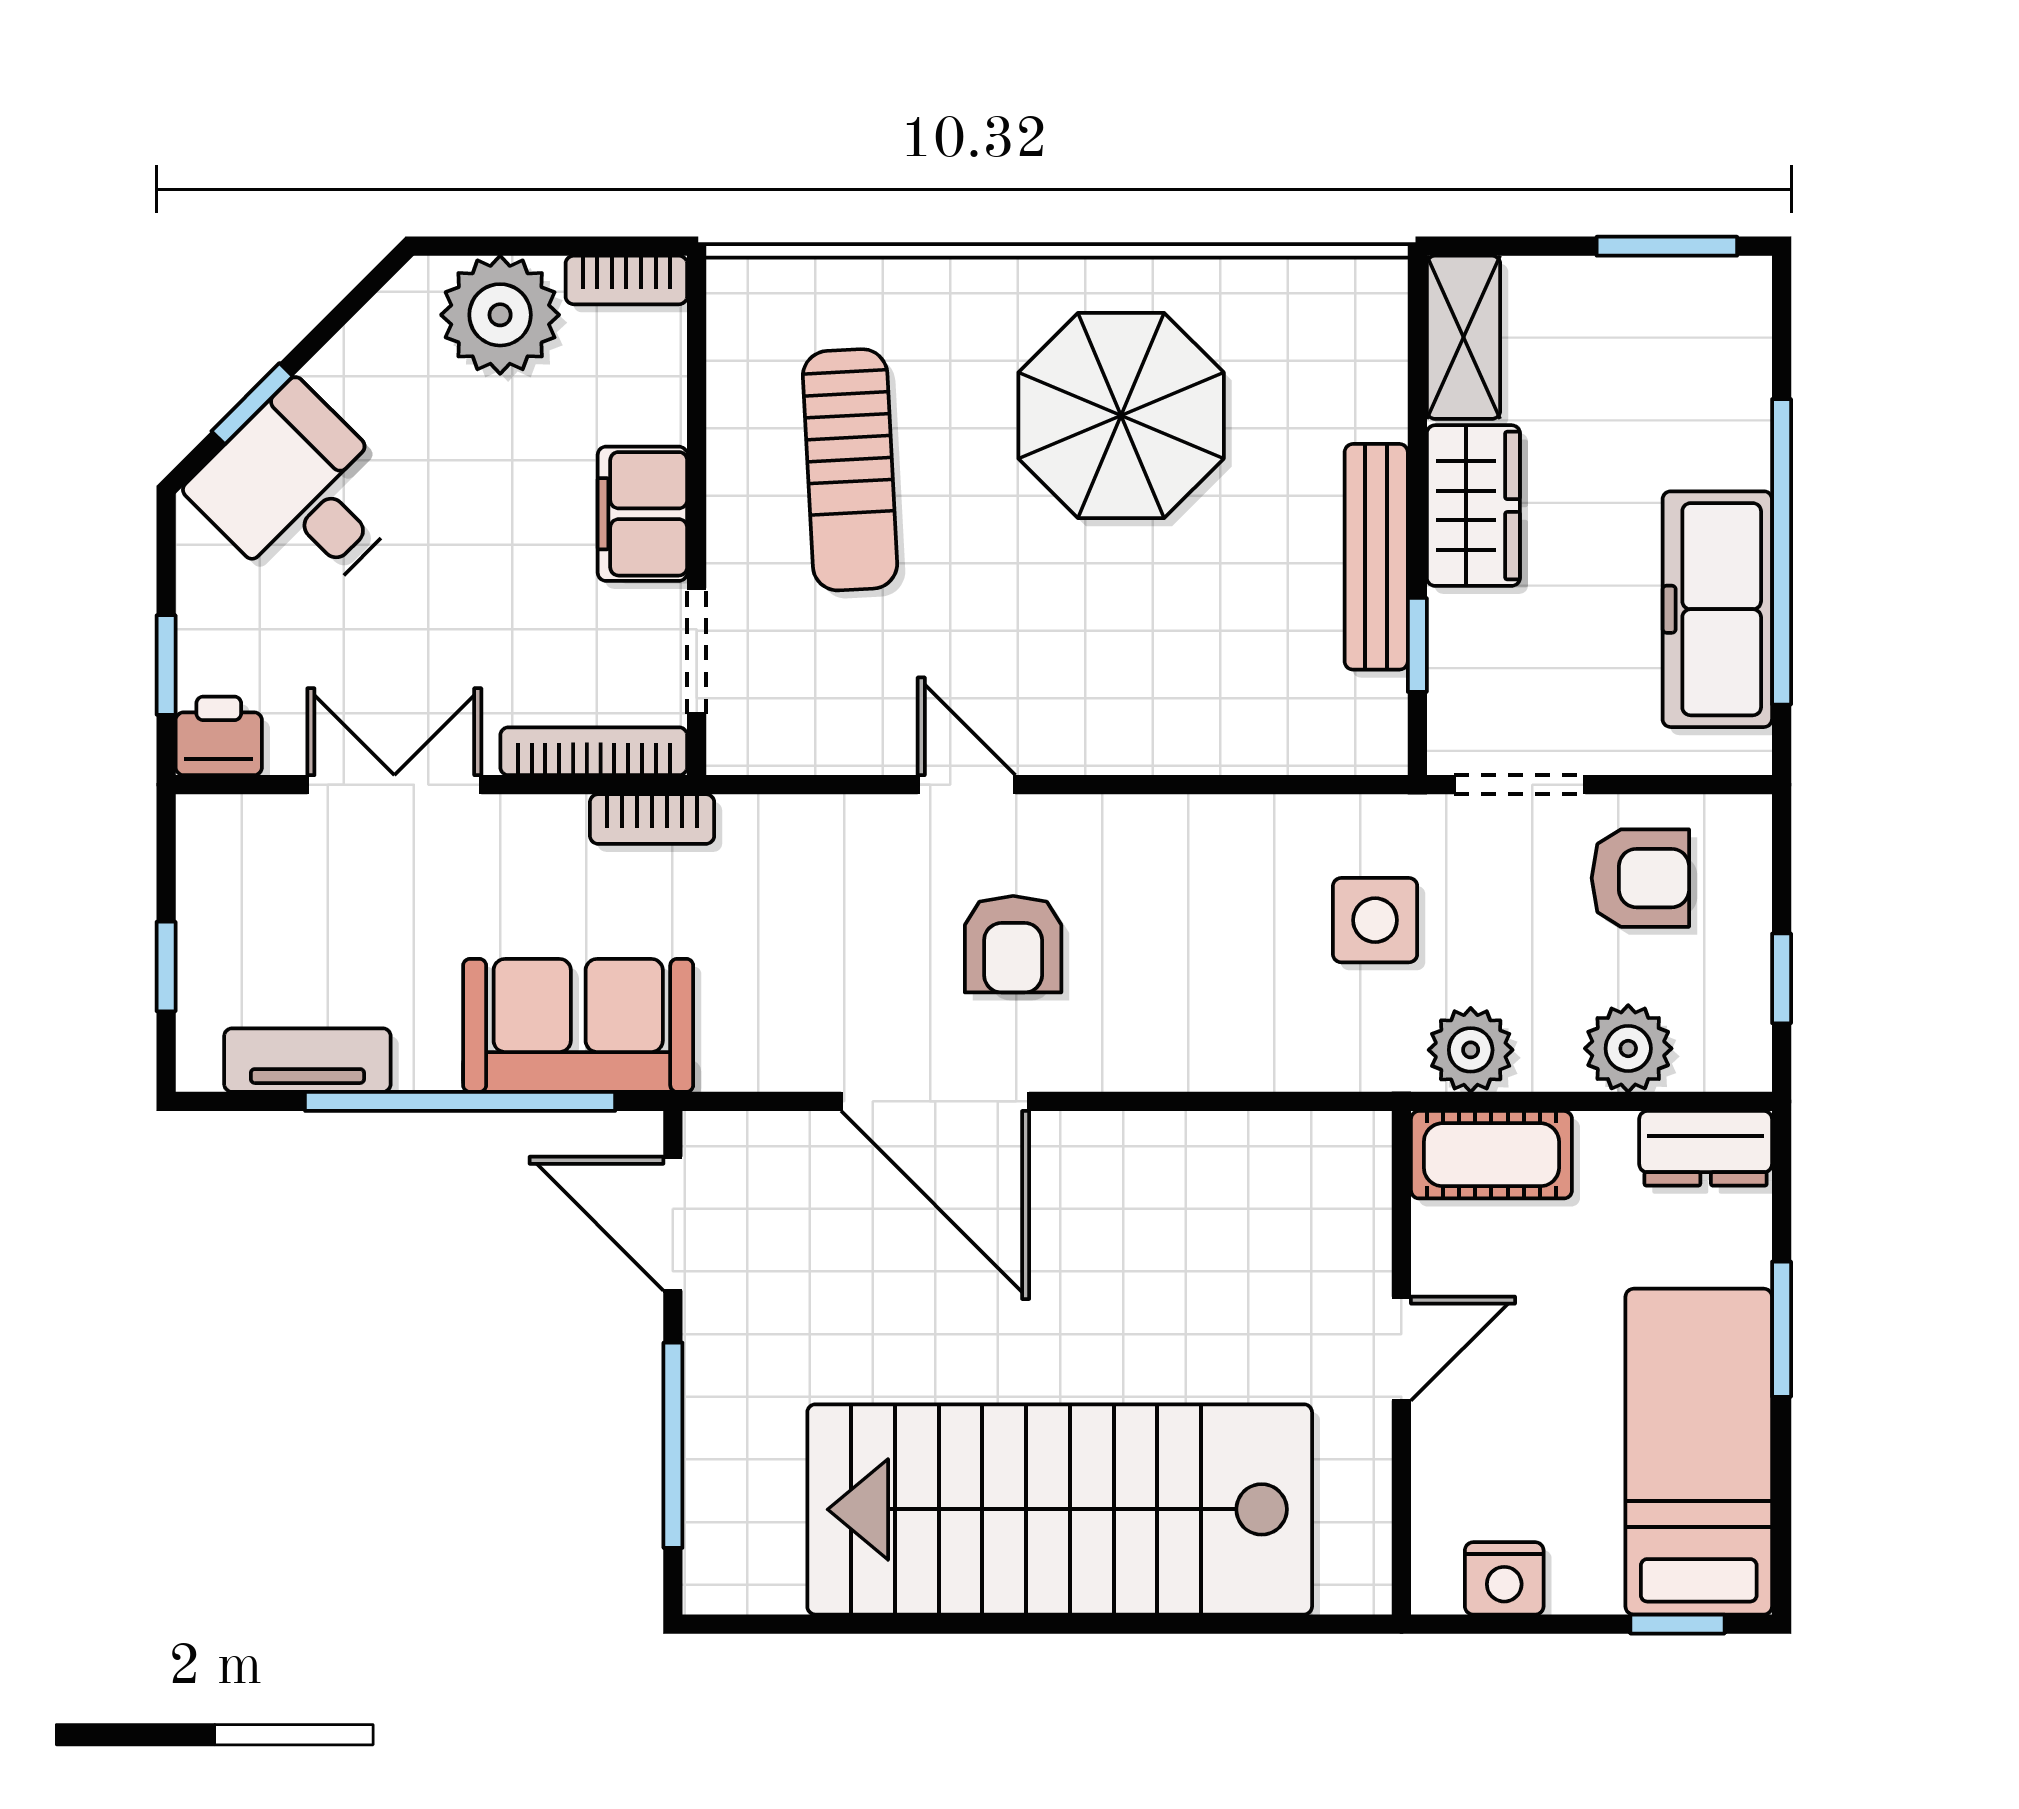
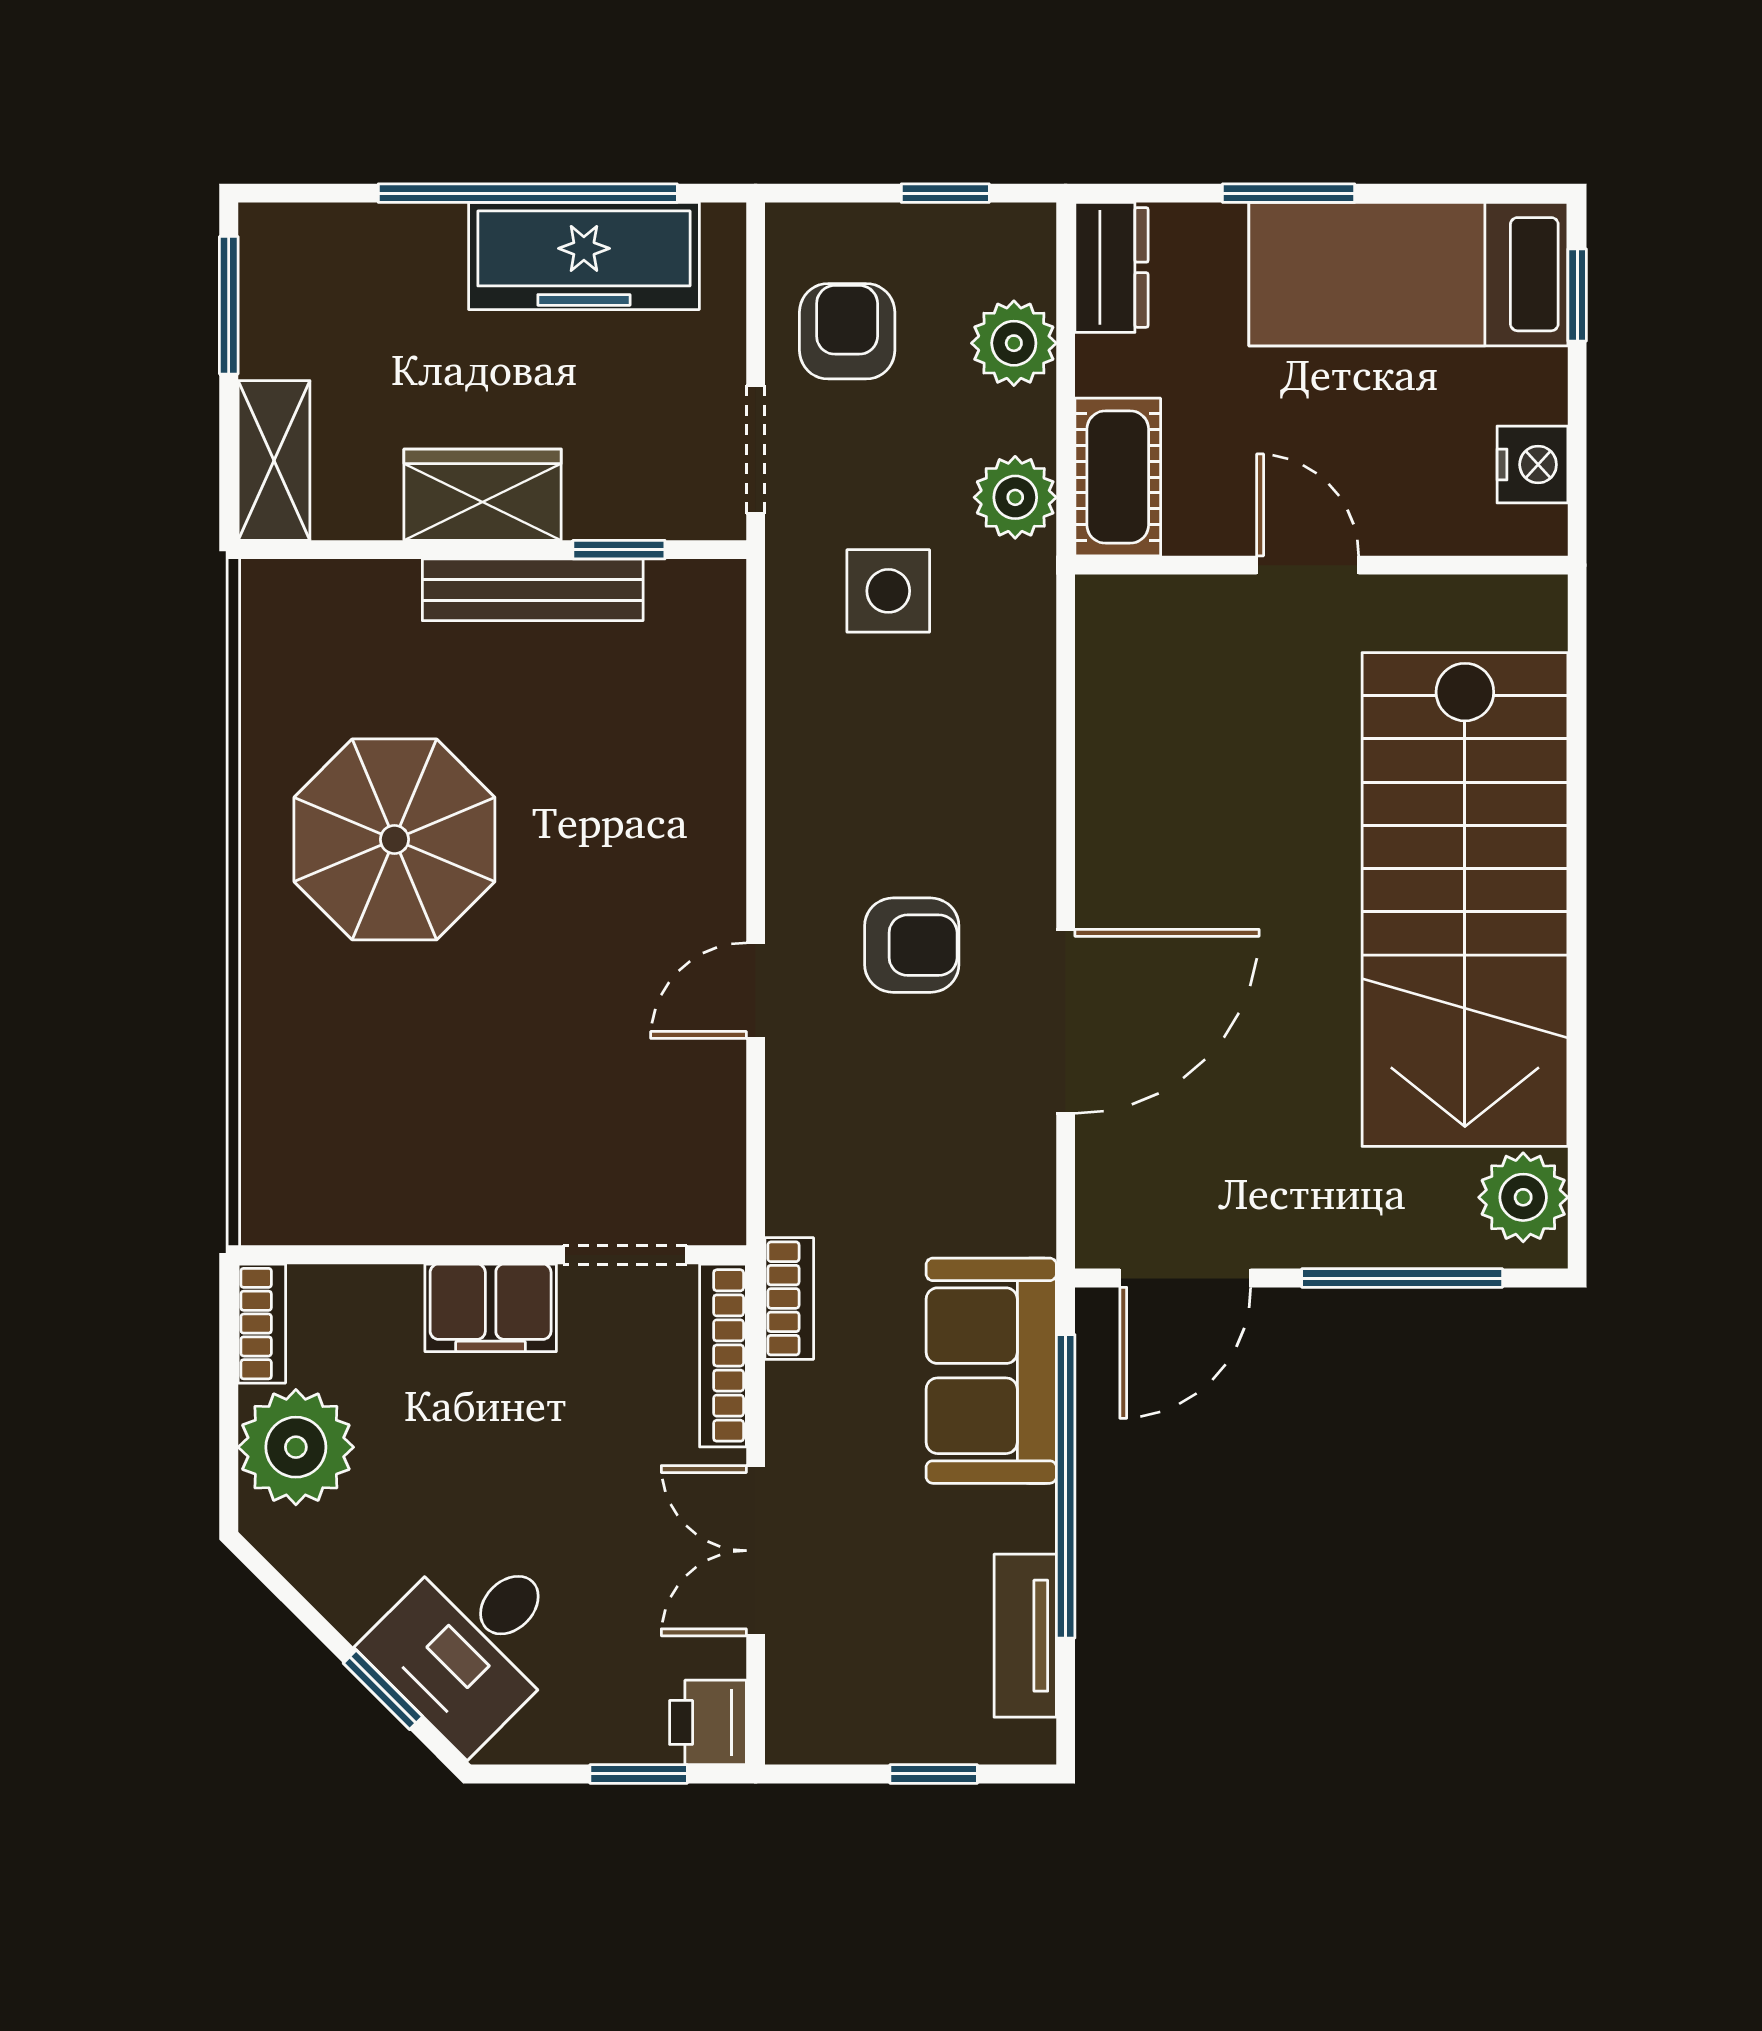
shelving: (1464, 337) -> (274, 460), moved, turned 90
sun lounger: (850, 470) -> (448, 1105), removed
plant: (755, 1569) -> (1523, 1197), added

